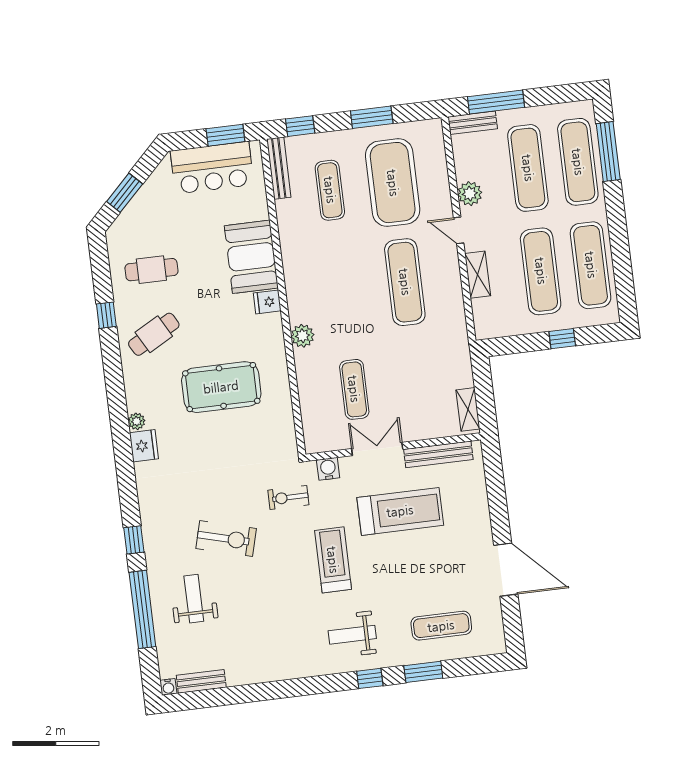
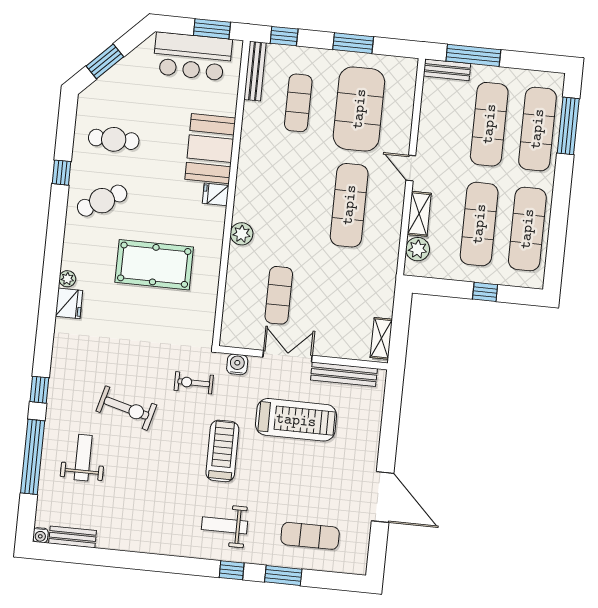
plant: (470, 194) -> (418, 249), moved

